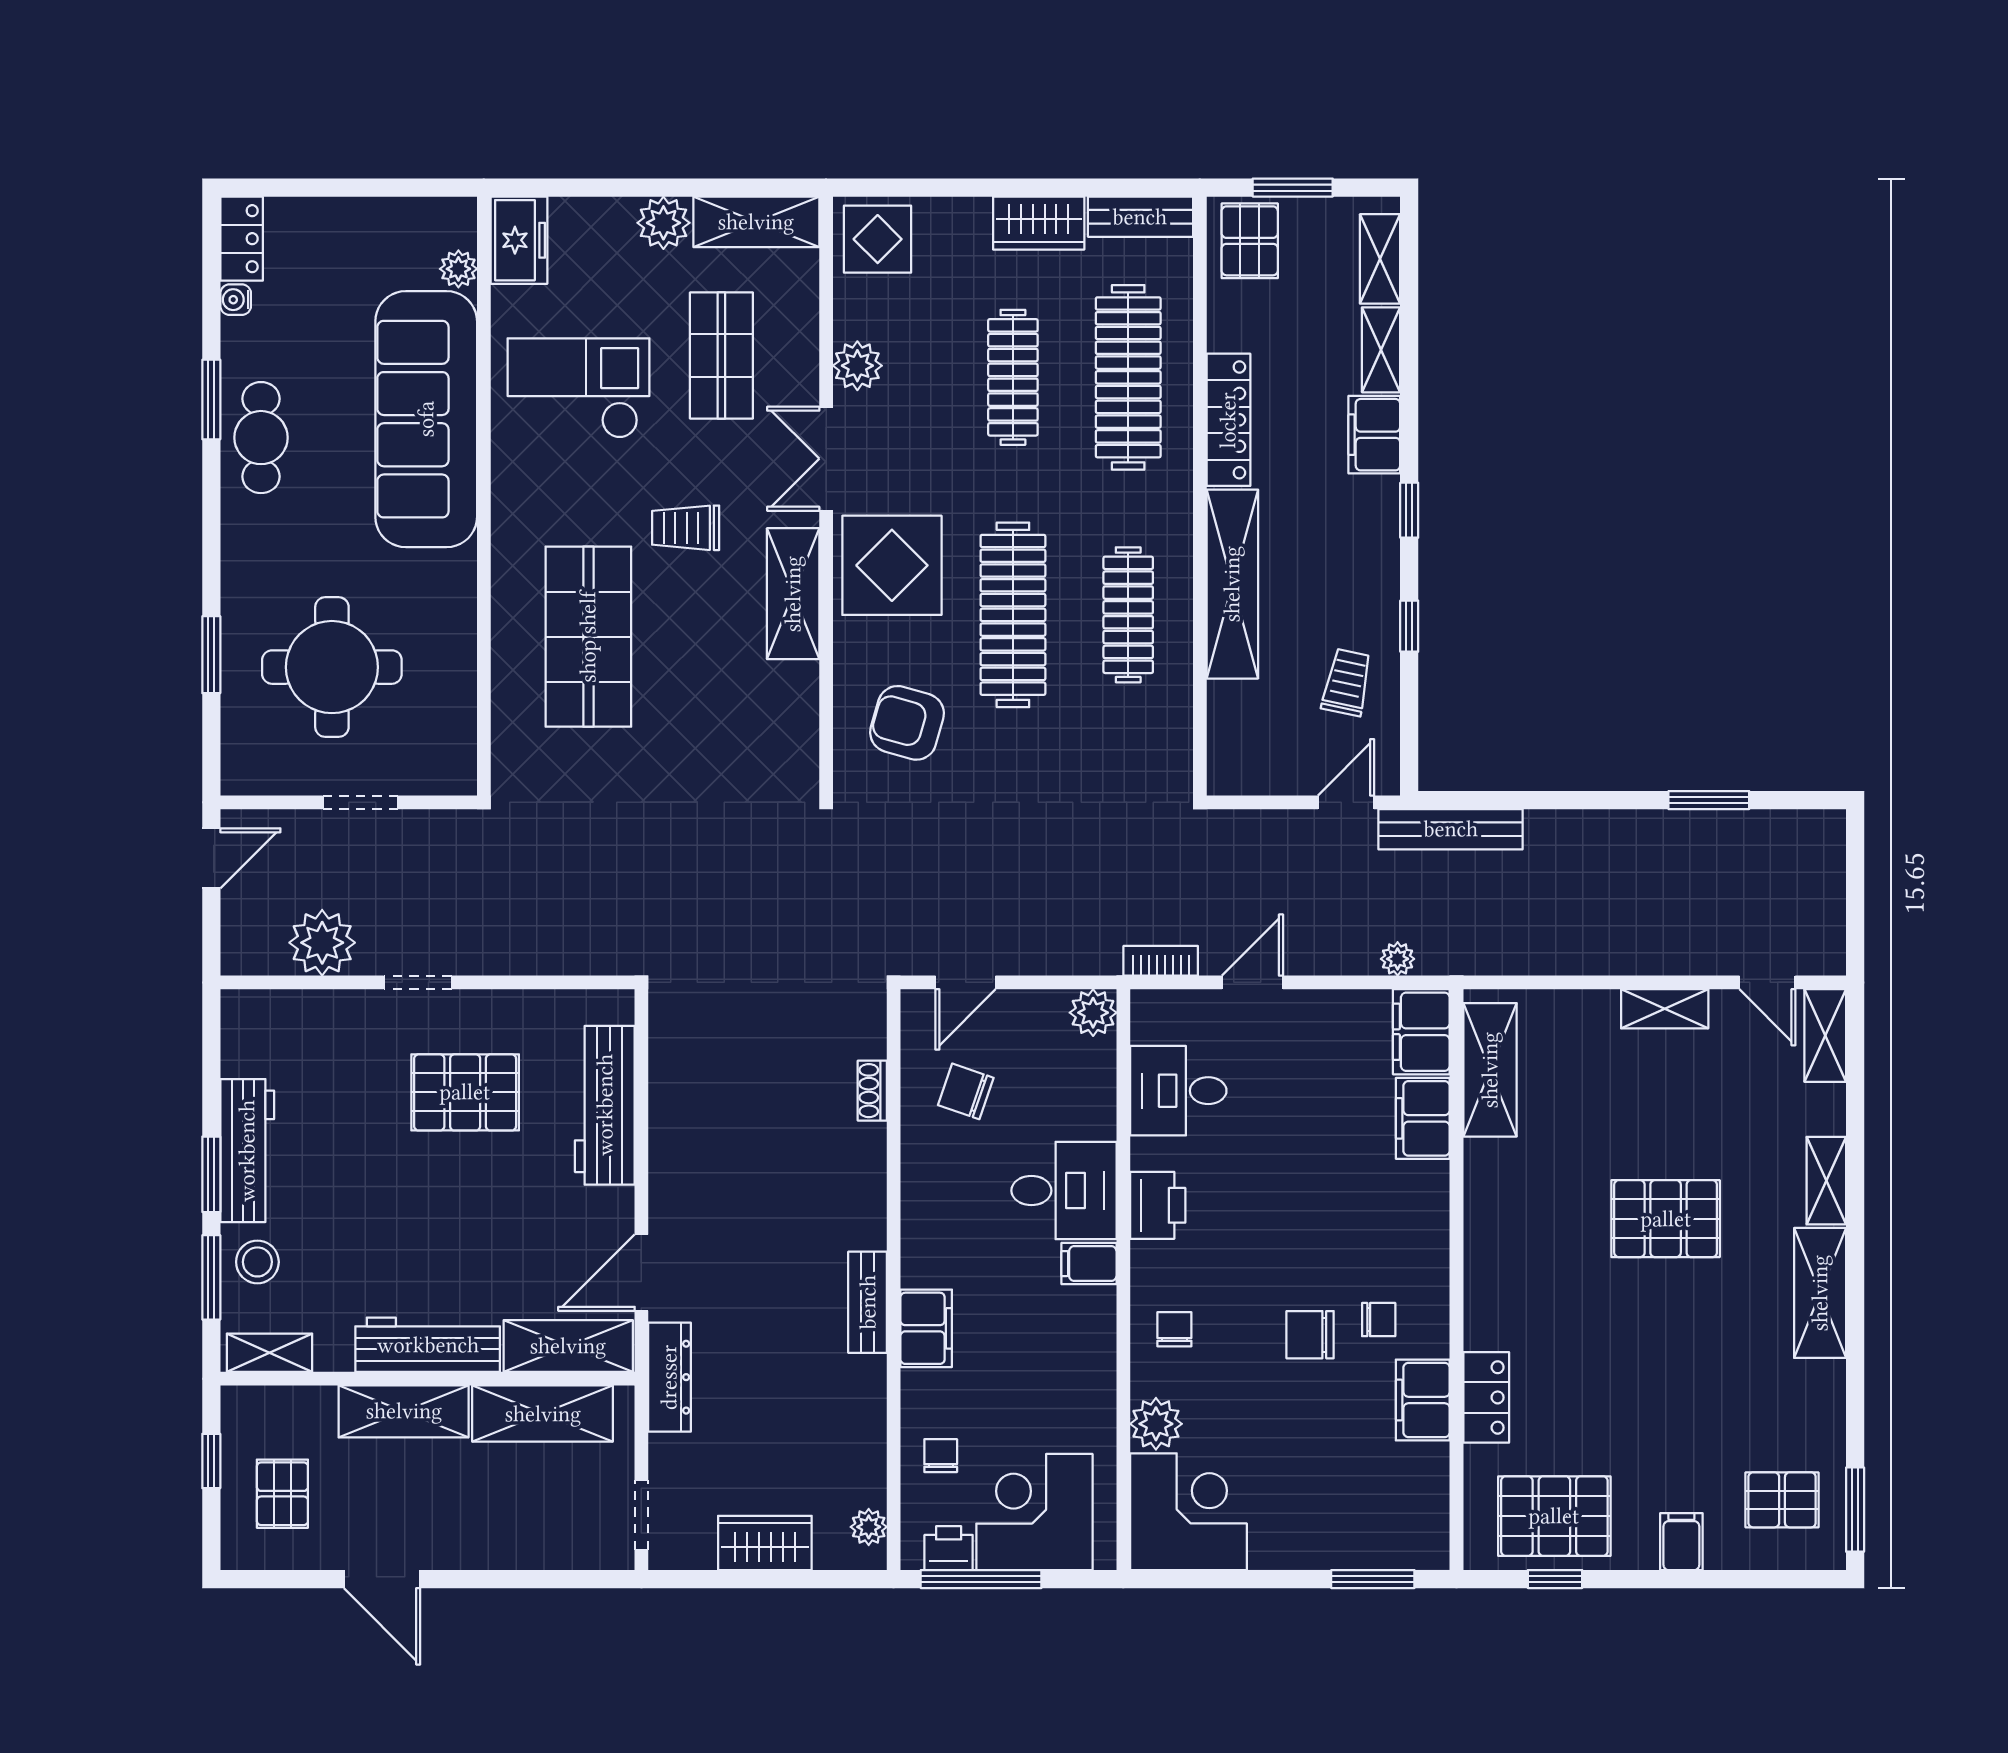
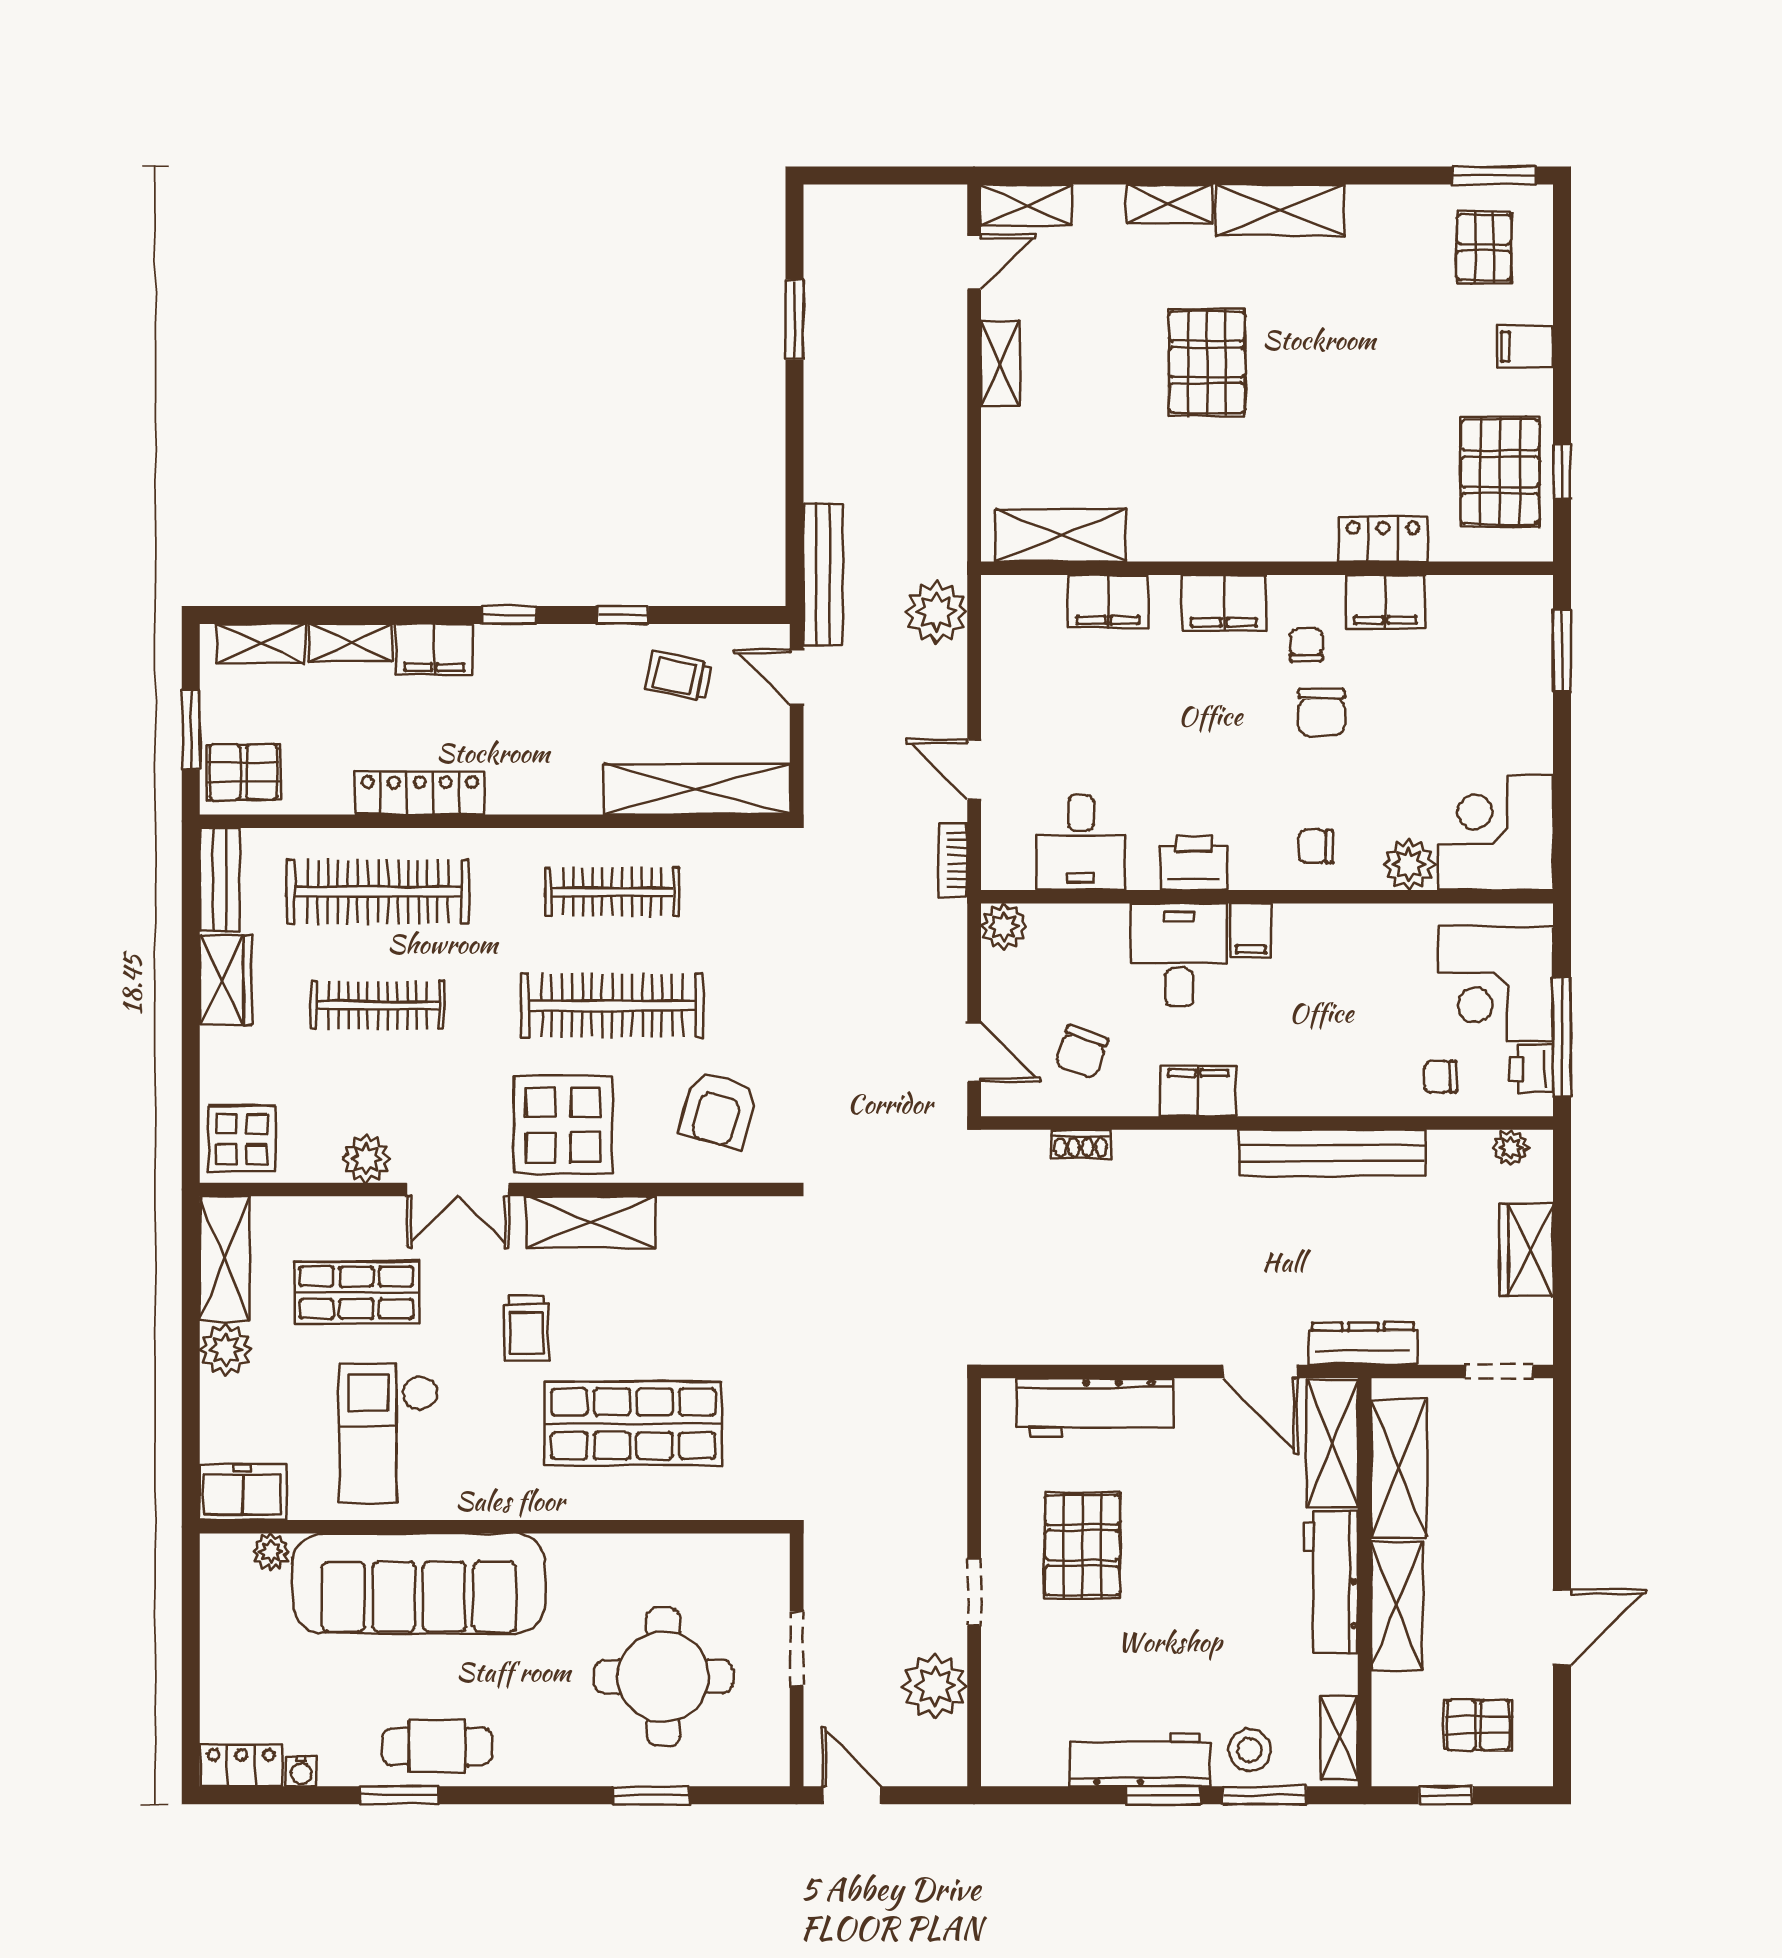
shelving: (1232, 584) -> (697, 789), moved
plant: (1398, 959) -> (936, 612), width x1.88, depth x1.88
filing cabinet: (1421, 1032) -> (1224, 603), moved
bench: (868, 1302) -> (1332, 1153), width x1.86, depth x1.21
filing cabinet: (926, 1328) -> (1198, 1091), moved

